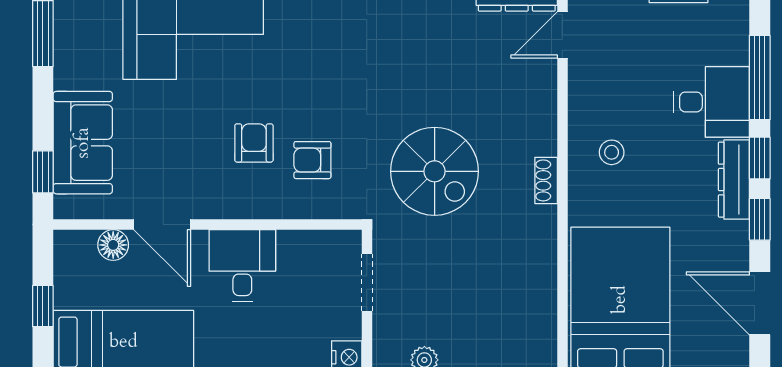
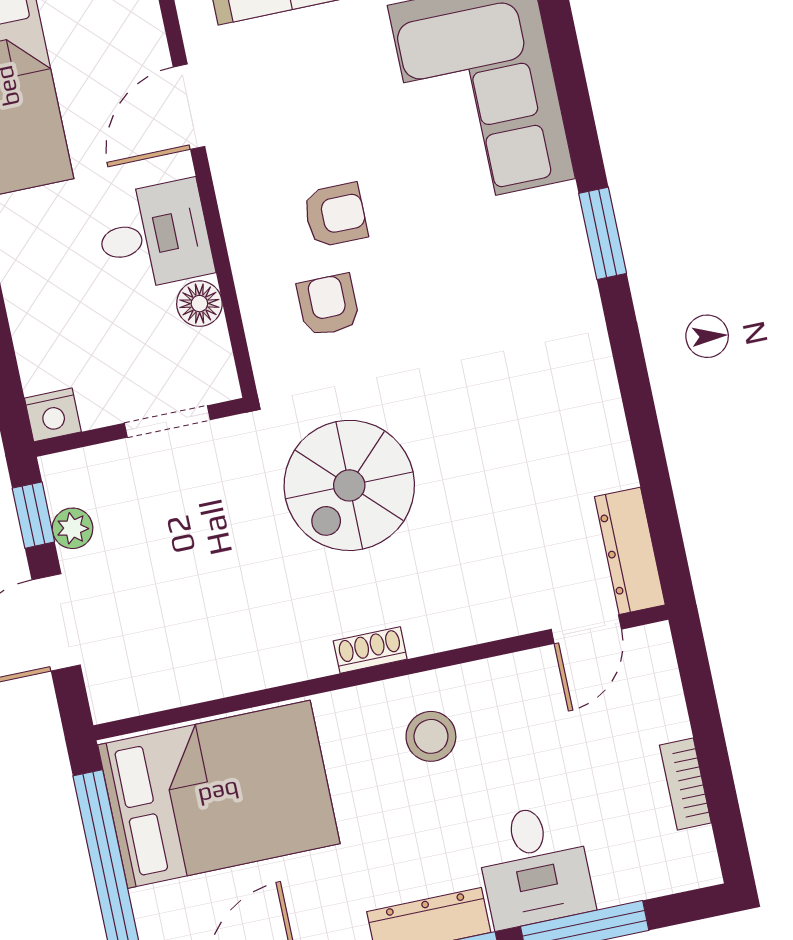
door: (562, 35) -> (586, 629), swing flipped
stool: (612, 152) -> (431, 736), width x1.37, depth x1.37
floor lamp: (113, 245) -> (199, 304), moved

